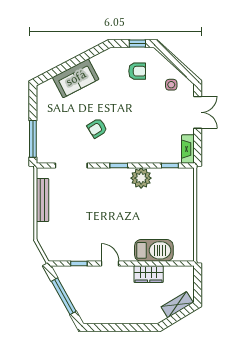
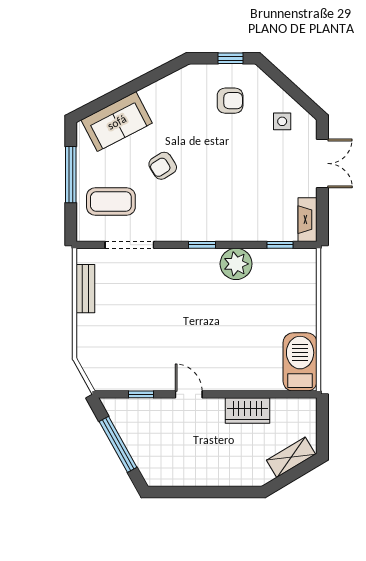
sofa: (76, 78) -> (117, 122), moved
armchair: (97, 128) -> (163, 166), moved
coffee table: (59, 137) -> (111, 202), added
window: (33, 139) -> (71, 175), moved
bench: (42, 200) -> (85, 289), width x0.73
barbecue: (154, 250) -> (300, 362), moved, turned -90

